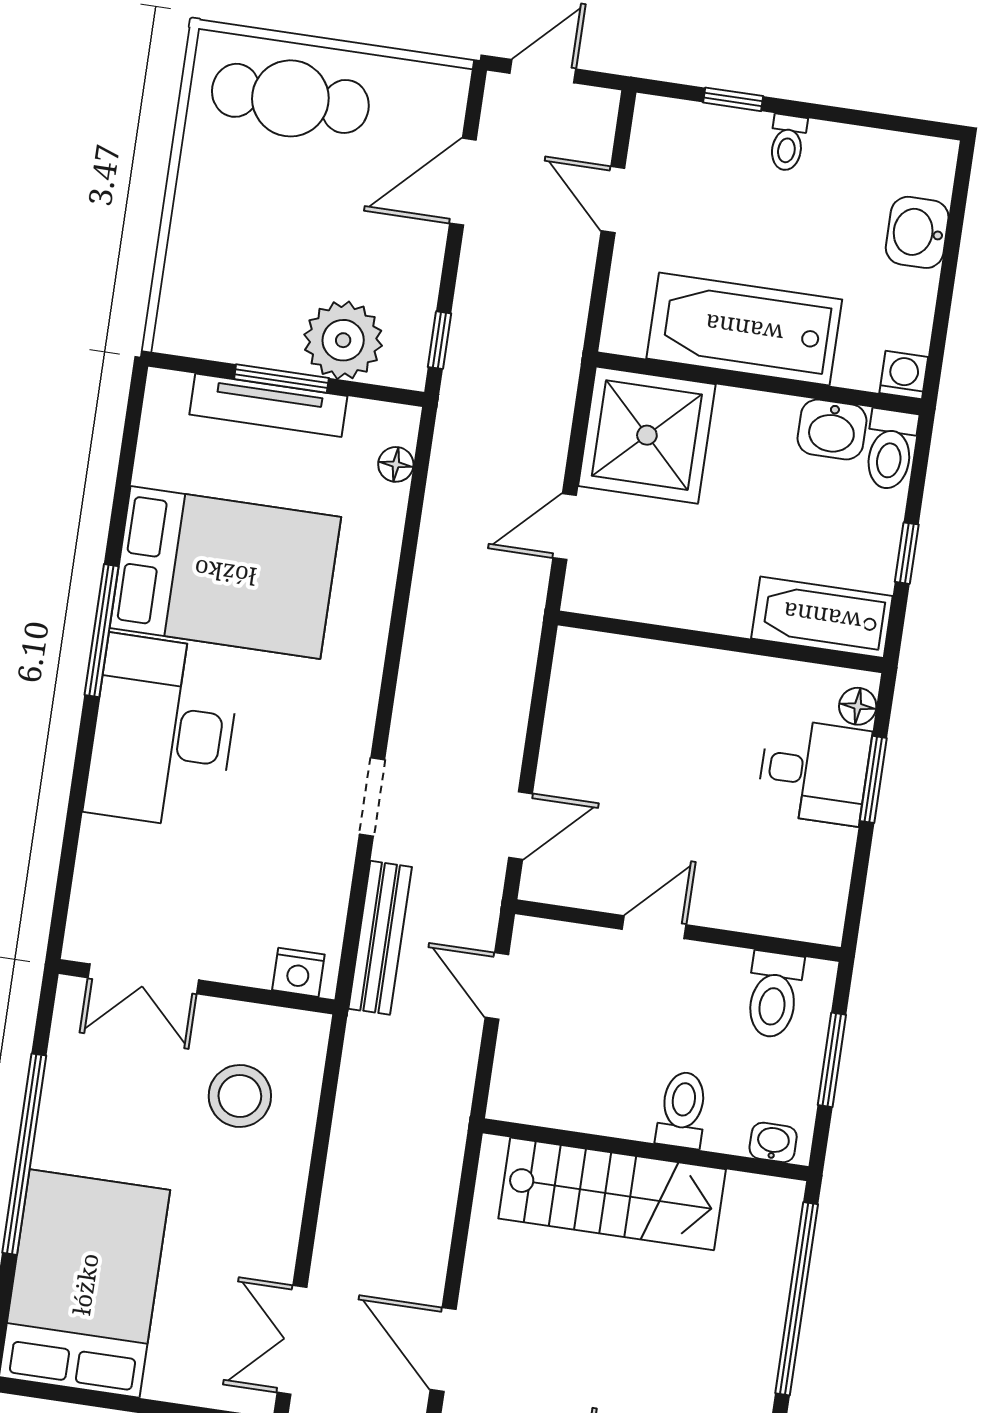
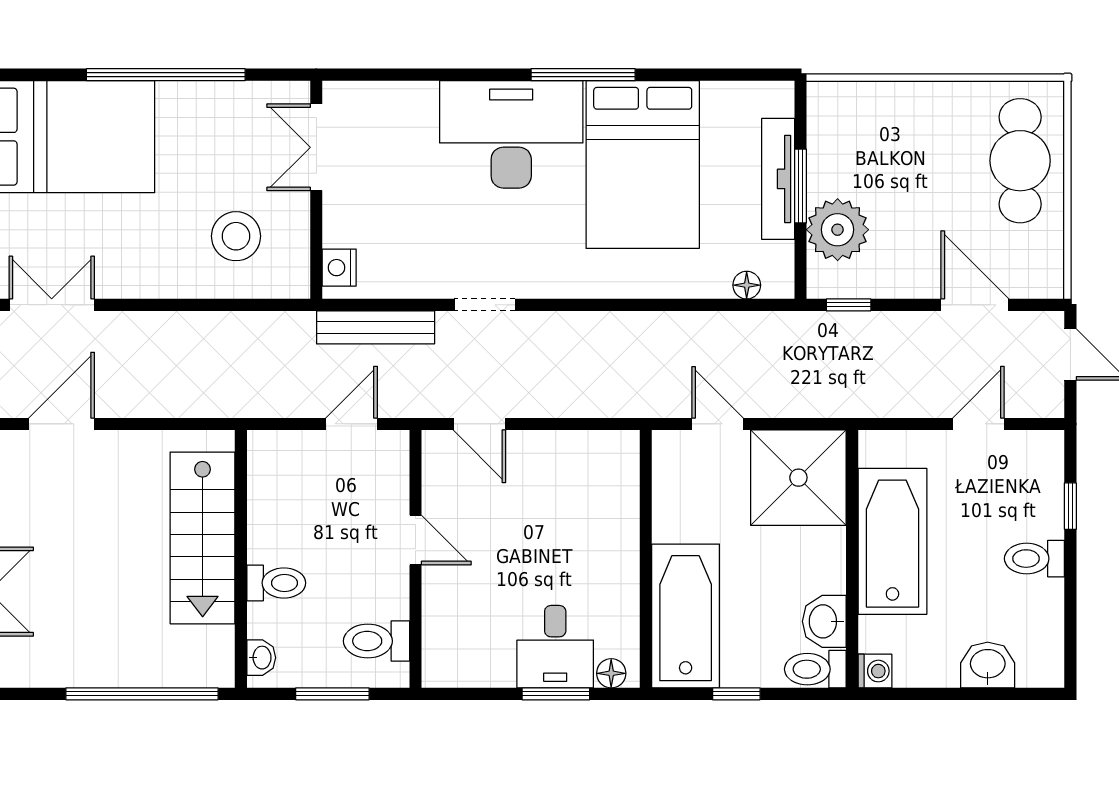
toilet: (788, 143) -> (1034, 559), width x1.37, depth x1.39
bathtub: (822, 617) -> (686, 616), width x1.36, depth x1.36

